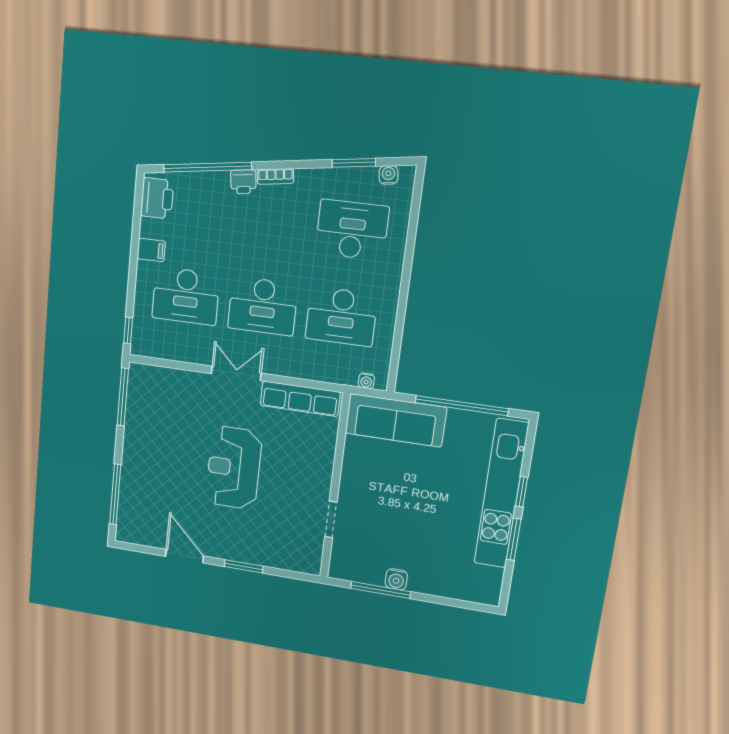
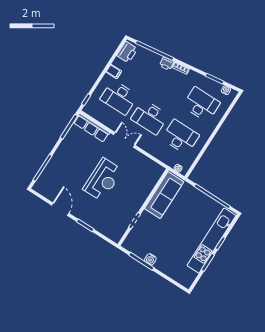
desk: (341, 316) -> (180, 137), turned 180
row of seats: (300, 399) -> (92, 128), moved
sofa: (396, 420) -> (164, 195), moved, turned -90
reception desk: (234, 468) -> (103, 180), turned 180

